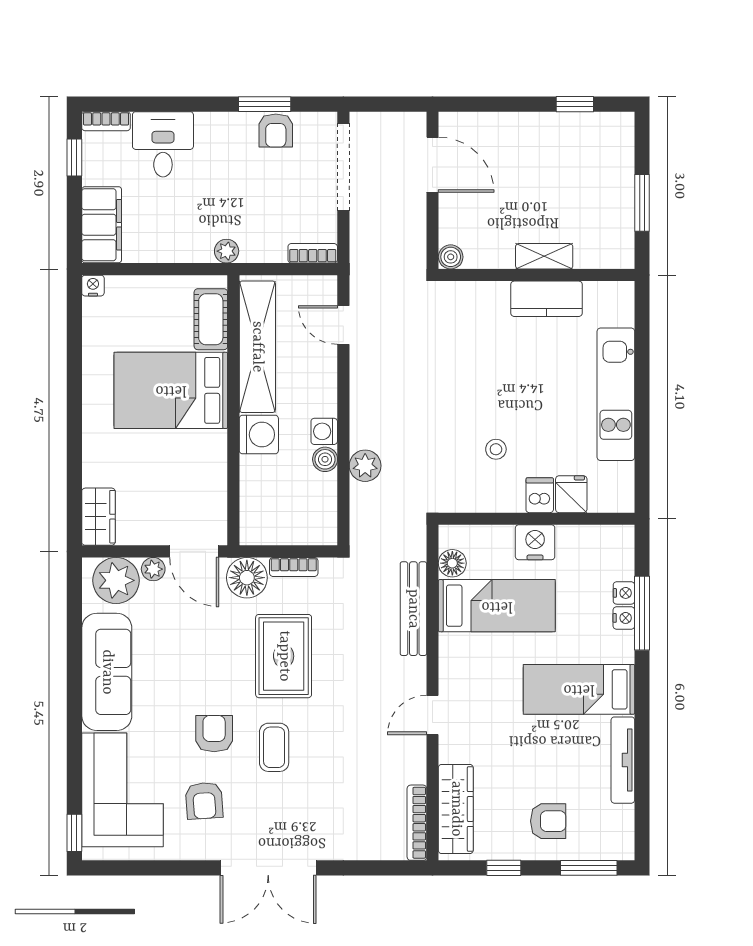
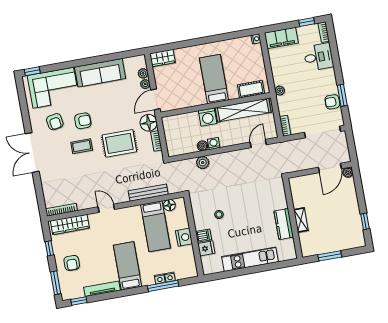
boiler: (451, 257) -> (348, 172), moved
bed: (171, 390) -> (214, 79), width x0.67
plant: (116, 580) -> (143, 73), width x0.53, depth x0.53
armchair: (204, 801) -> (55, 122), turned -96
window: (642, 820) -> (79, 301), added

